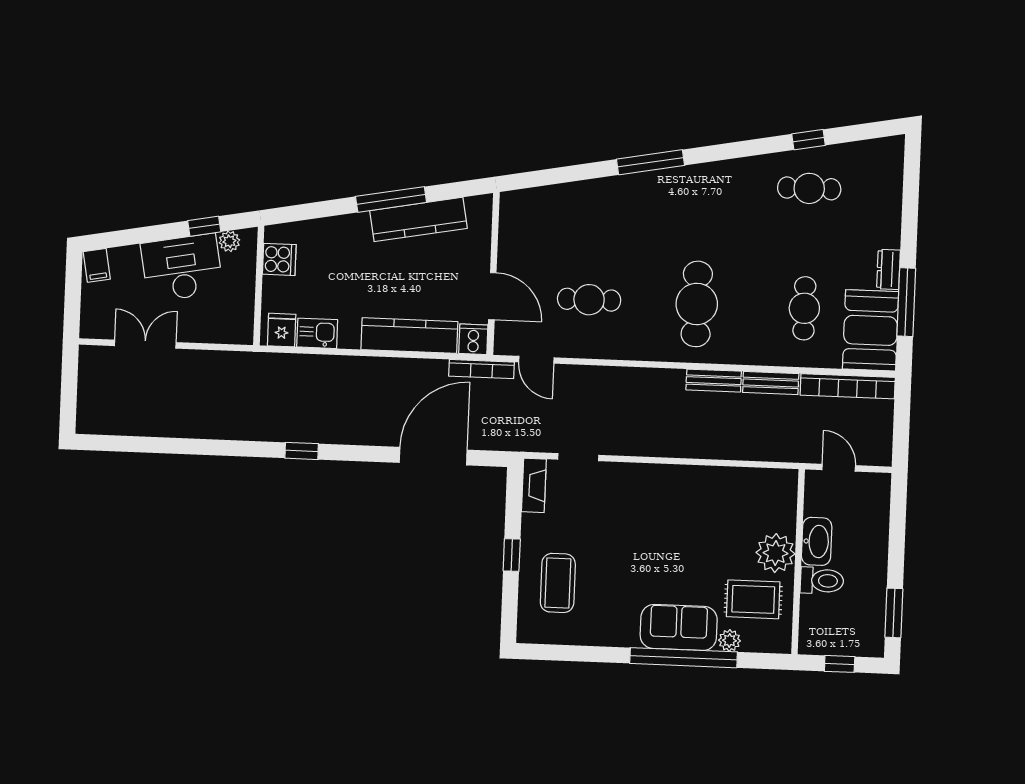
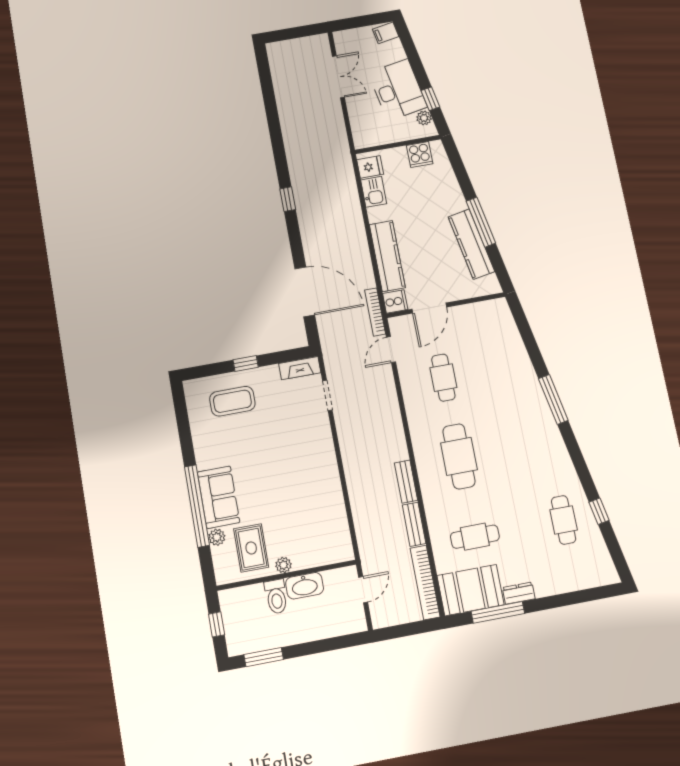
cafe table: (697, 304) -> (459, 456), turned 90
plant: (776, 553) -> (283, 565), width x0.53, depth x0.53

